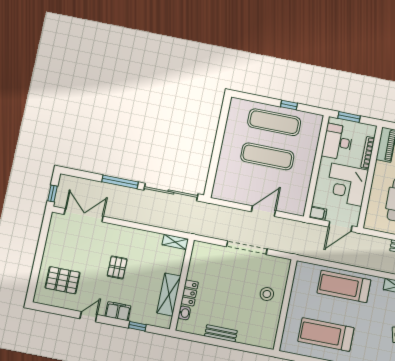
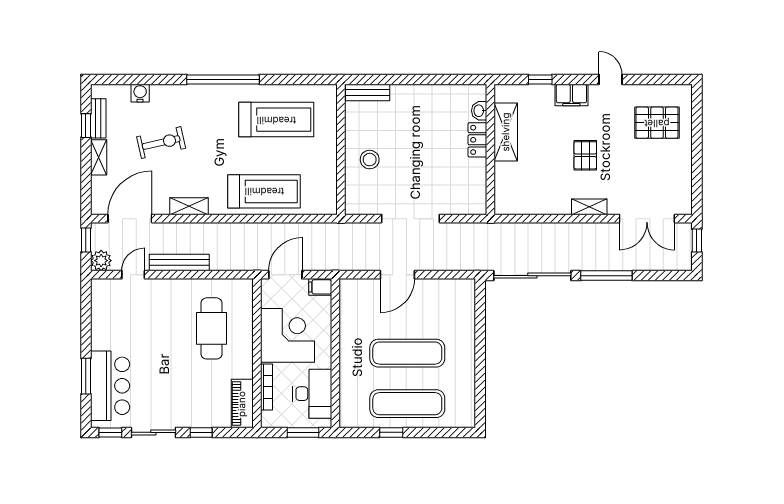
shelving: (175, 242) -> (589, 207), moved
door: (88, 317) -> (611, 79), swing flipped
bench: (221, 333) -> (368, 92), moved

